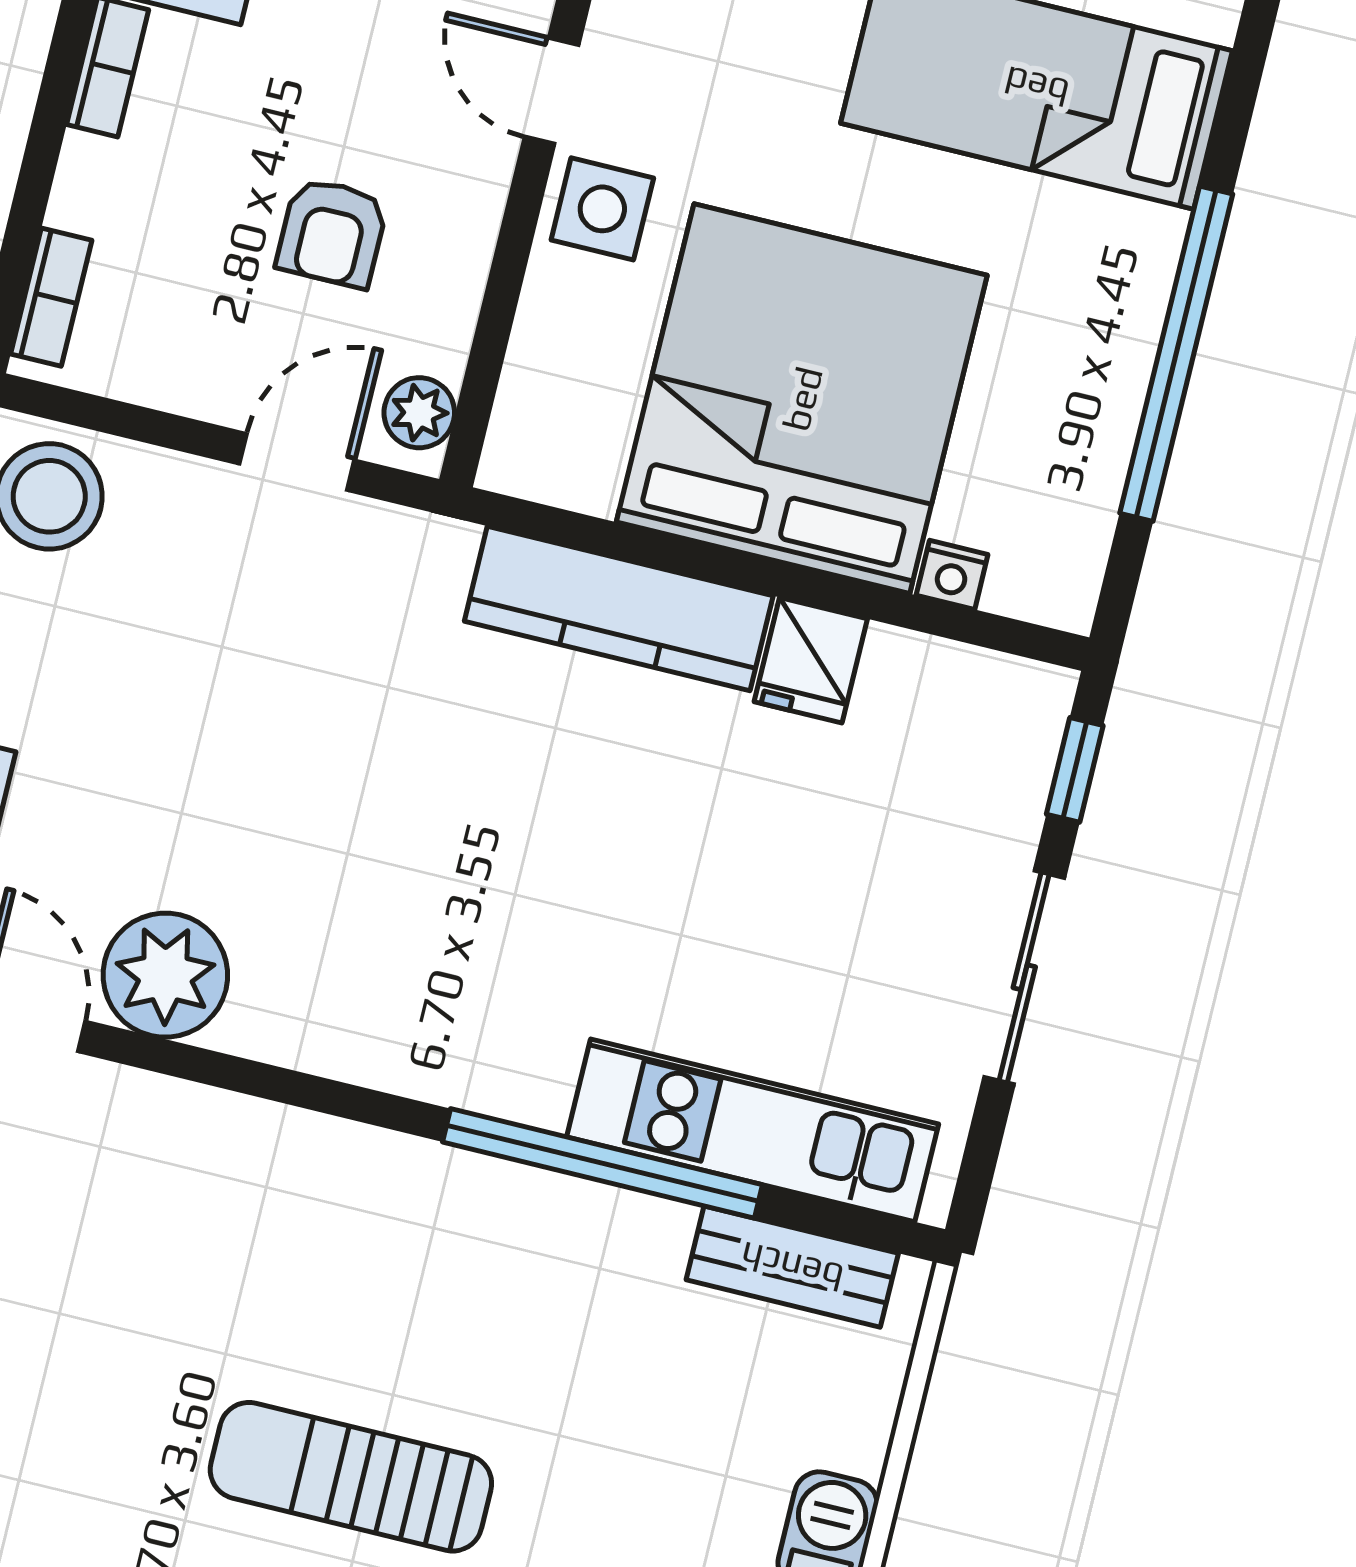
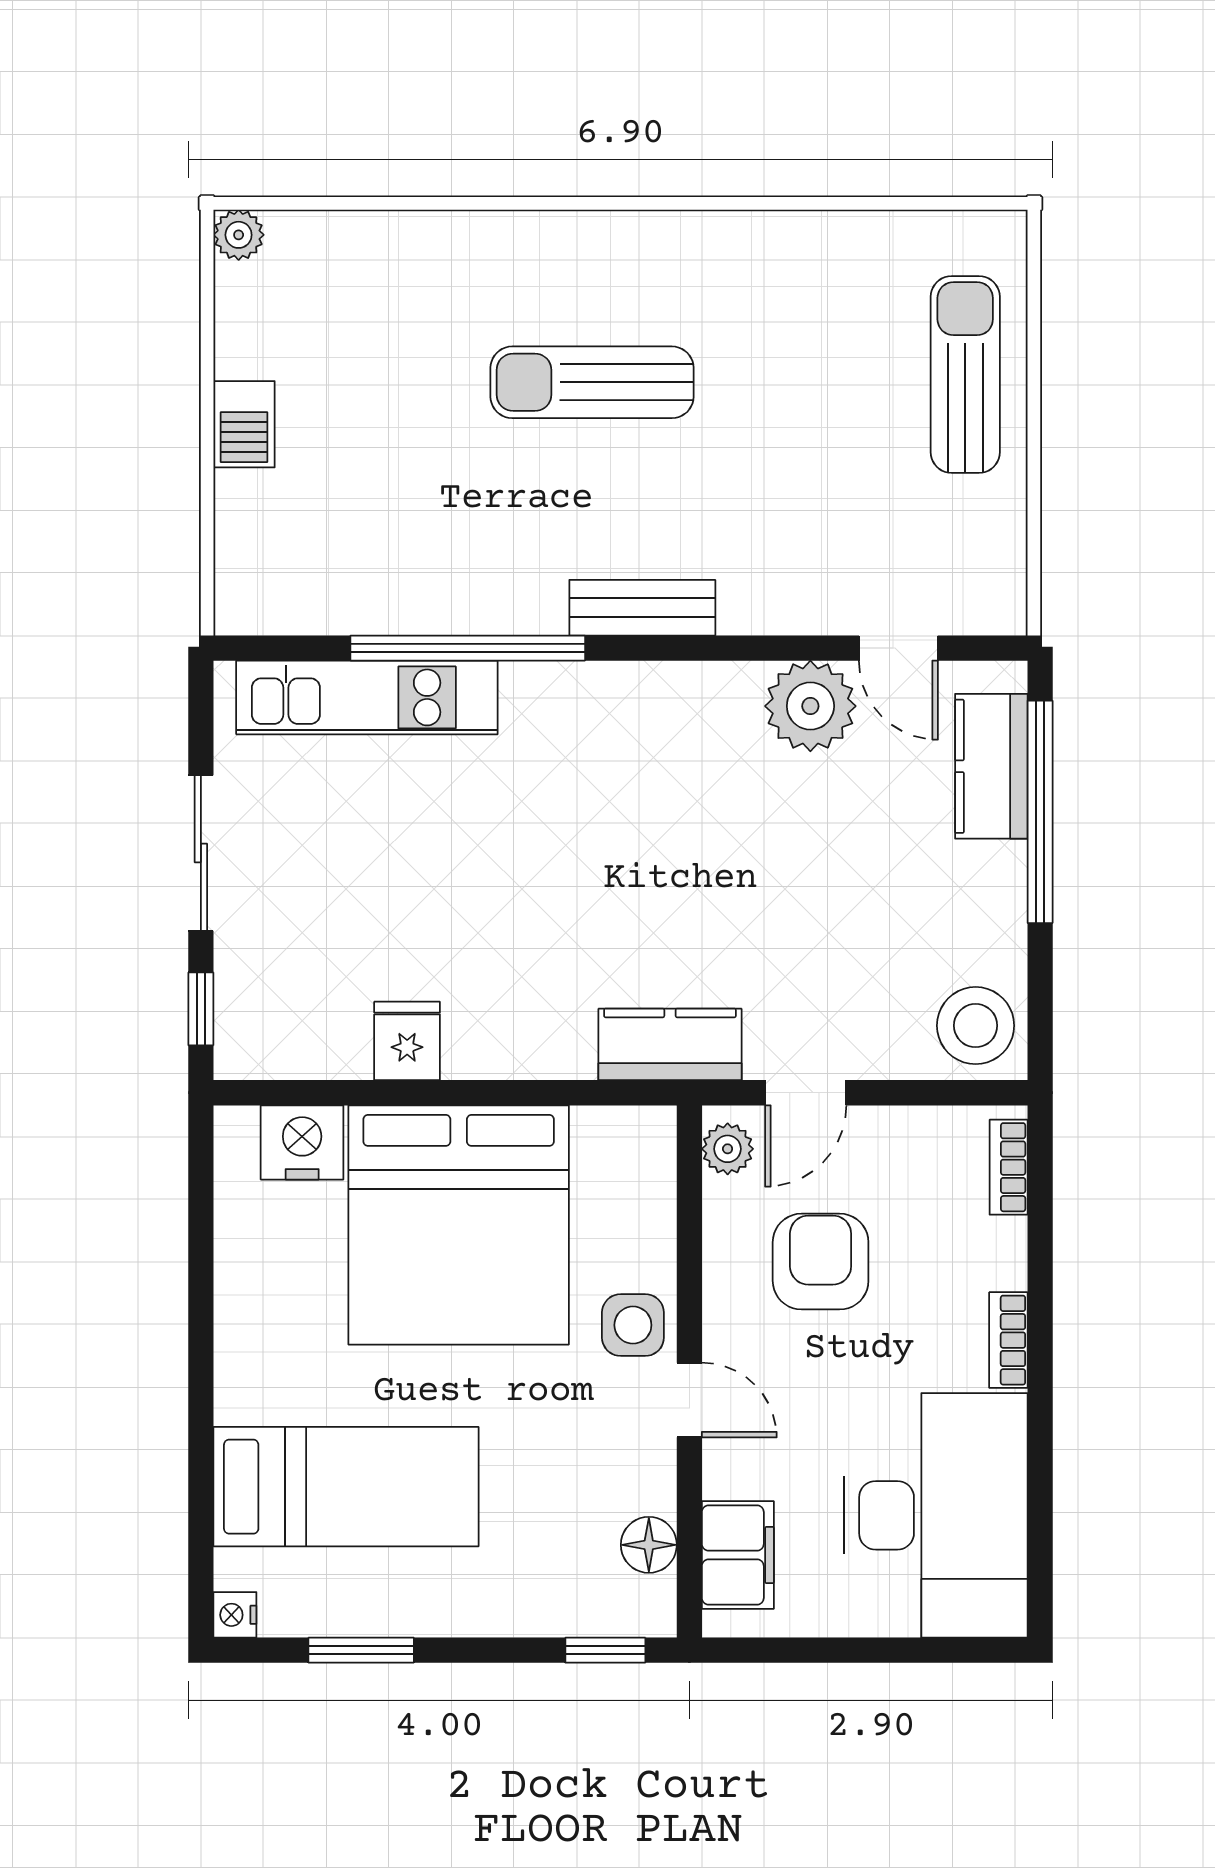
armchair: (332, 233) -> (821, 1262), width x1.38, depth x1.38
window: (1176, 354) -> (201, 1322), removed
nightstand: (952, 575) -> (302, 1142), width x1.89, depth x1.79
kitchen counter: (619, 608) -> (670, 1044), moved, width x0.67
bench: (792, 1267) -> (642, 608), moved
sun lounger: (351, 1477) -> (592, 382), turned 180

